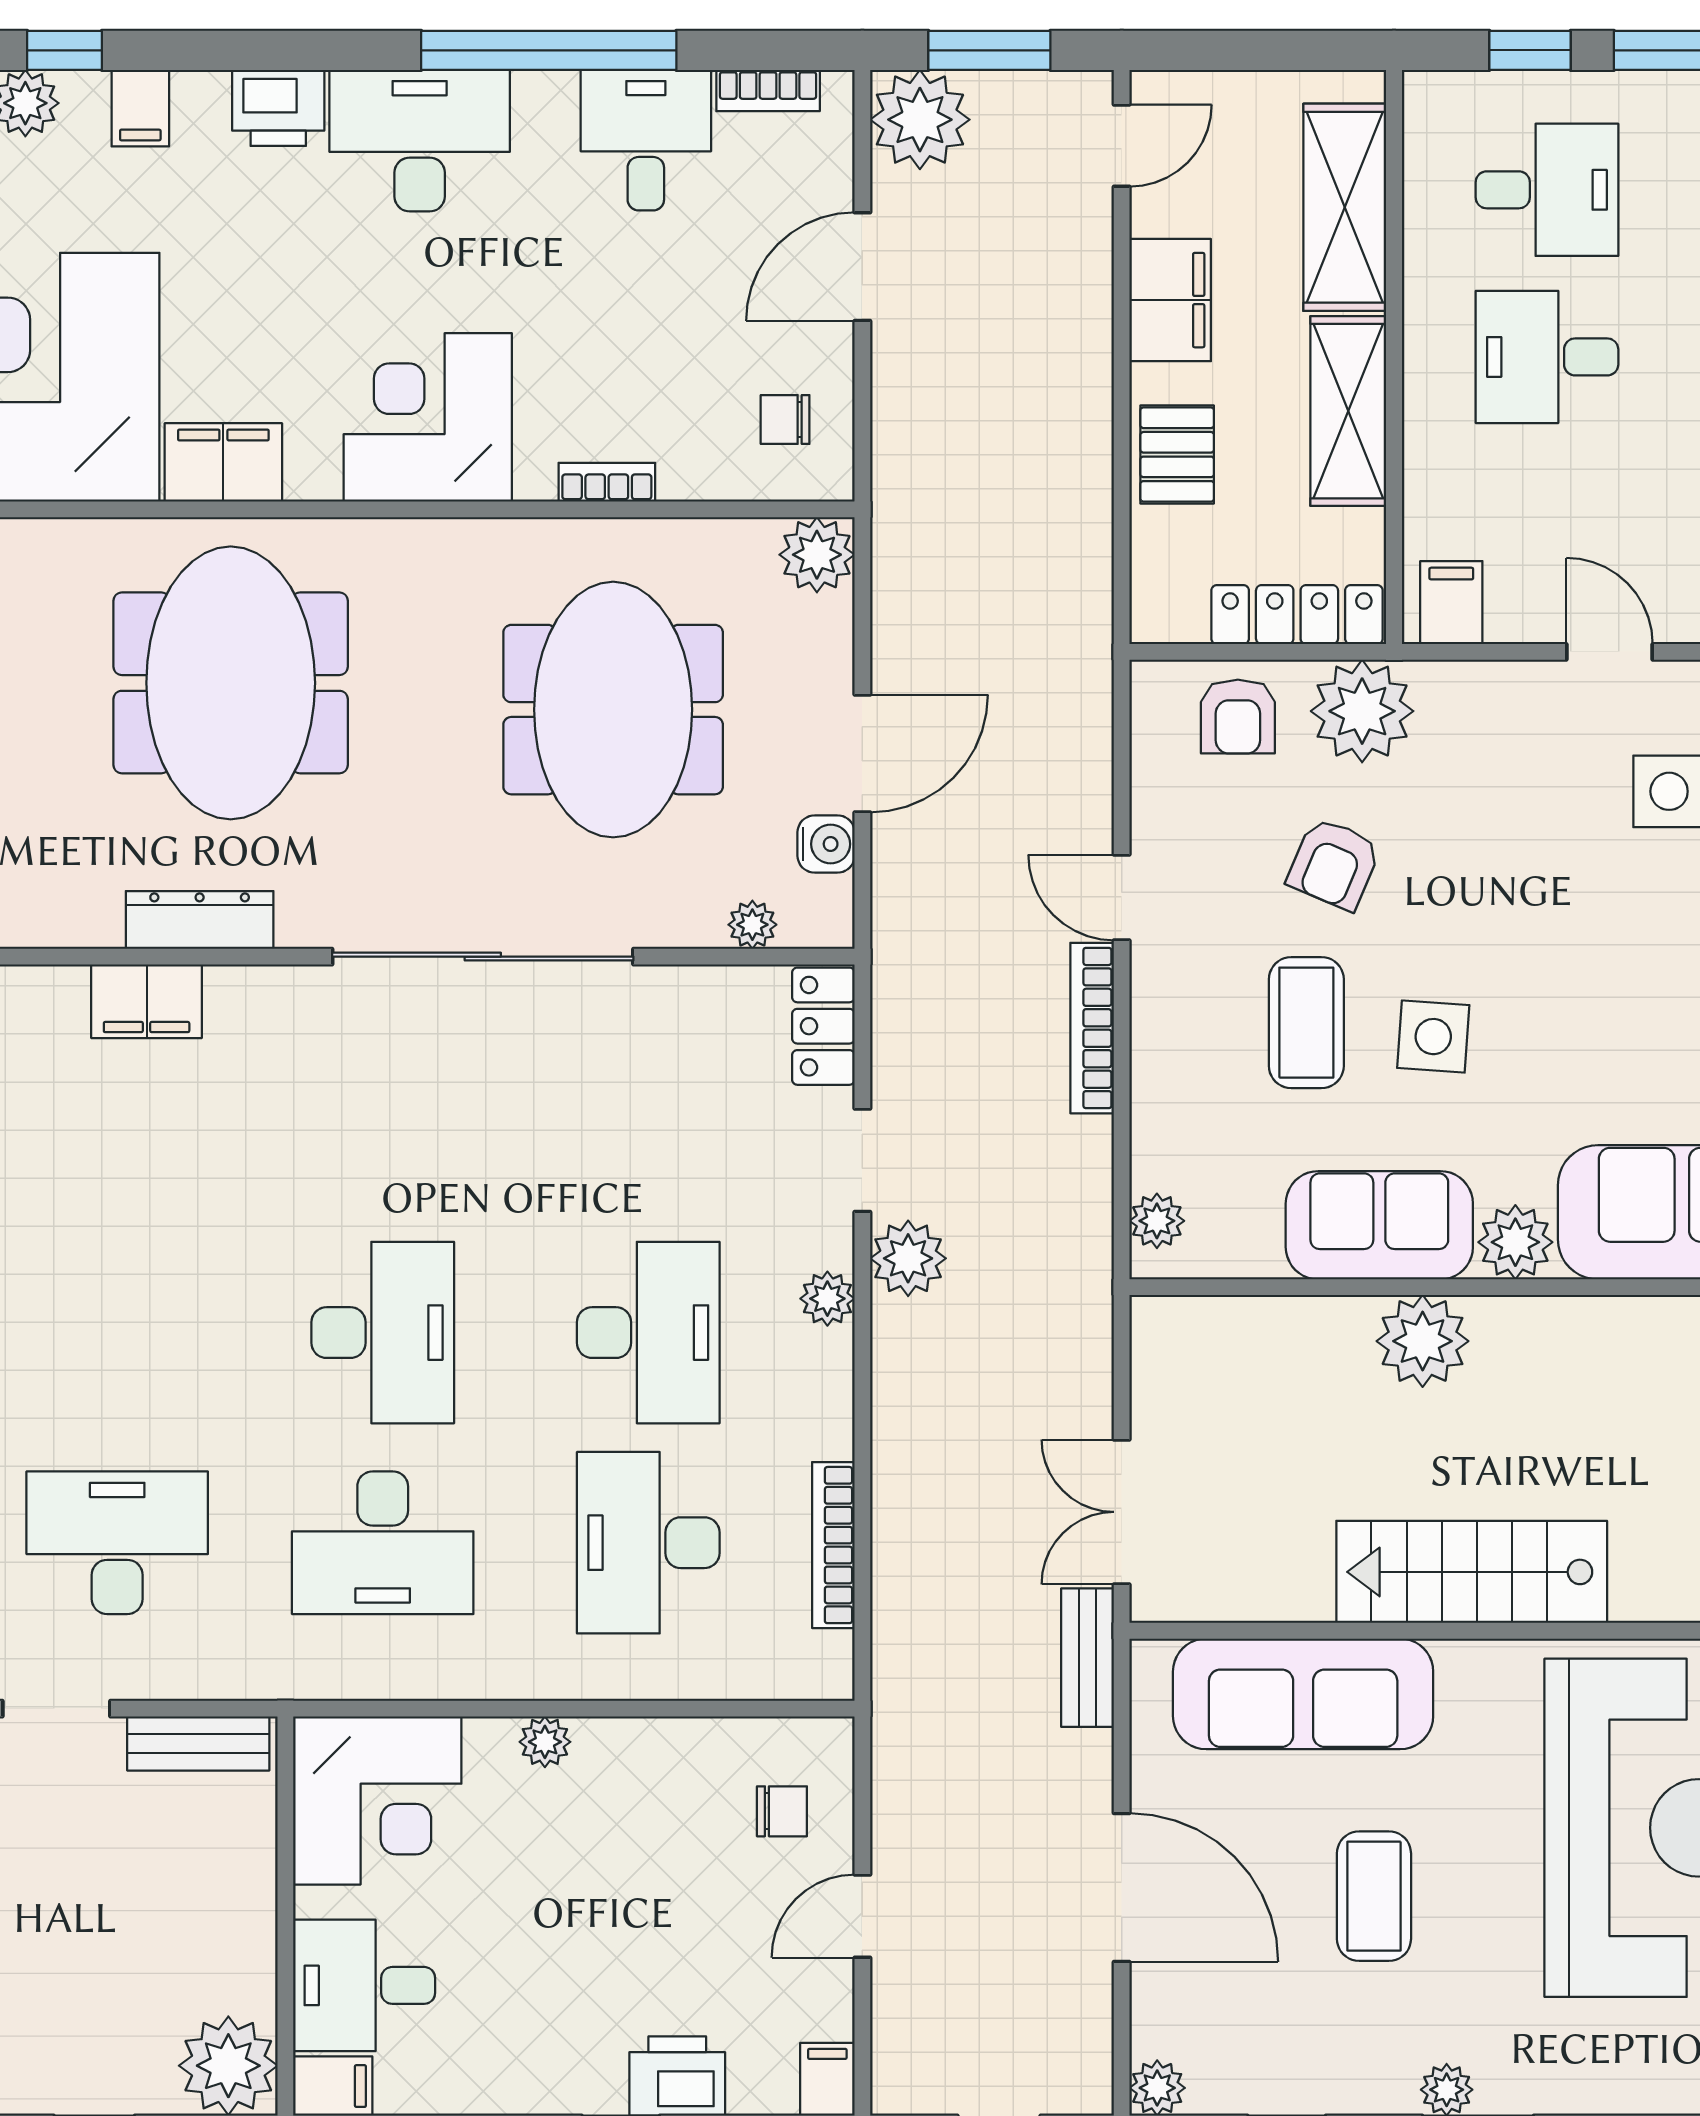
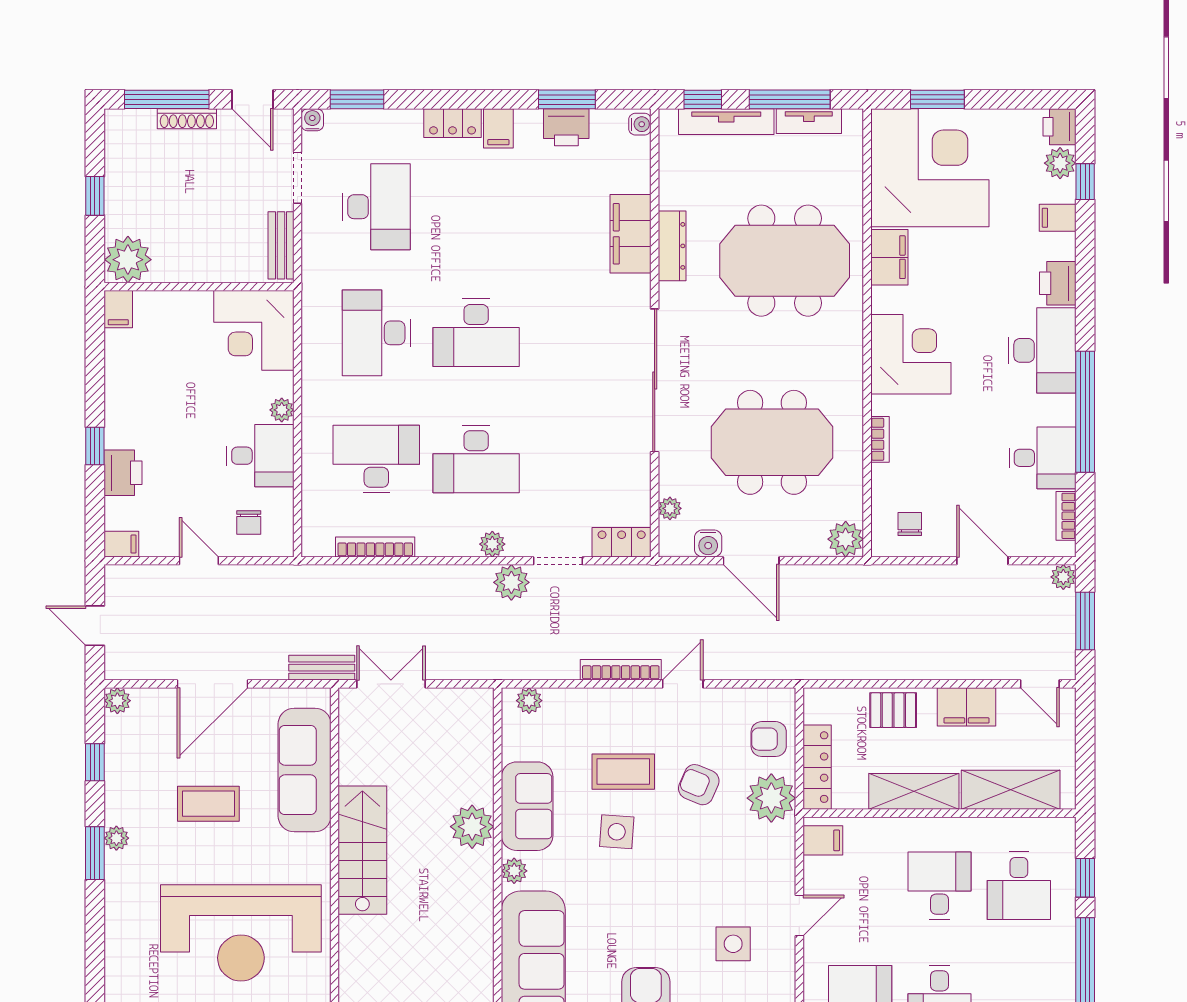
plant: (920, 120) -> (1063, 577), width x0.53, depth x0.53
filing cabinet: (147, 1001) -> (631, 234), width x1.50, depth x1.17
plant: (1515, 1242) -> (514, 871), width x0.73, depth x0.73
desk: (364, 1985) -> (260, 456), moved, turned 90

